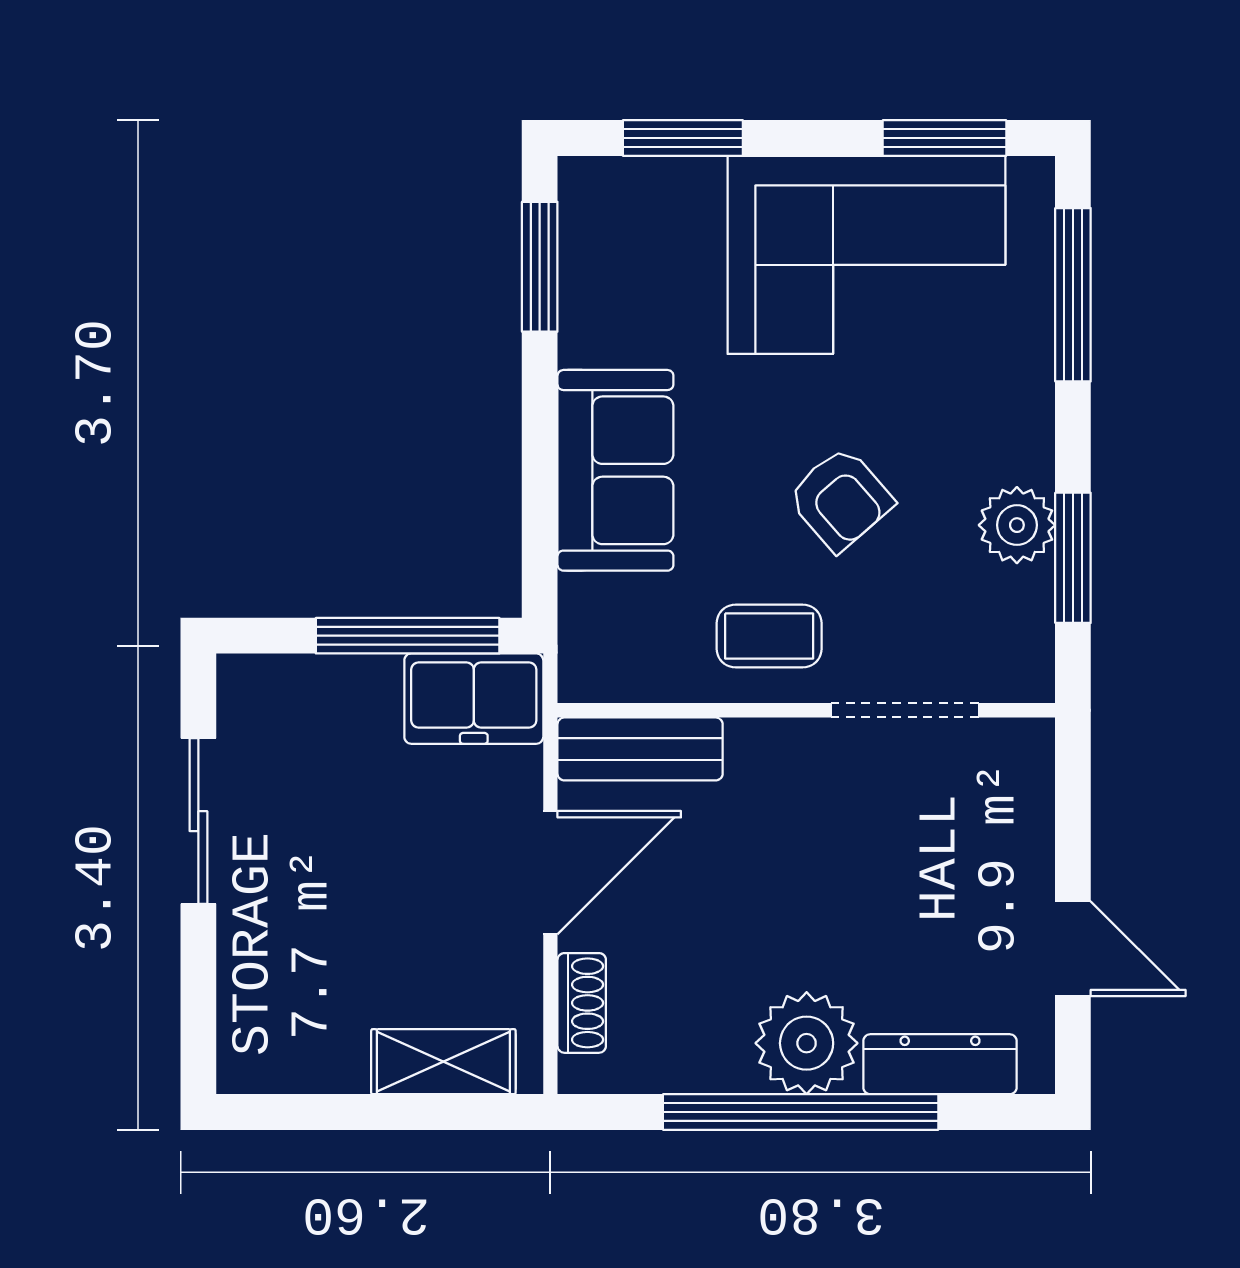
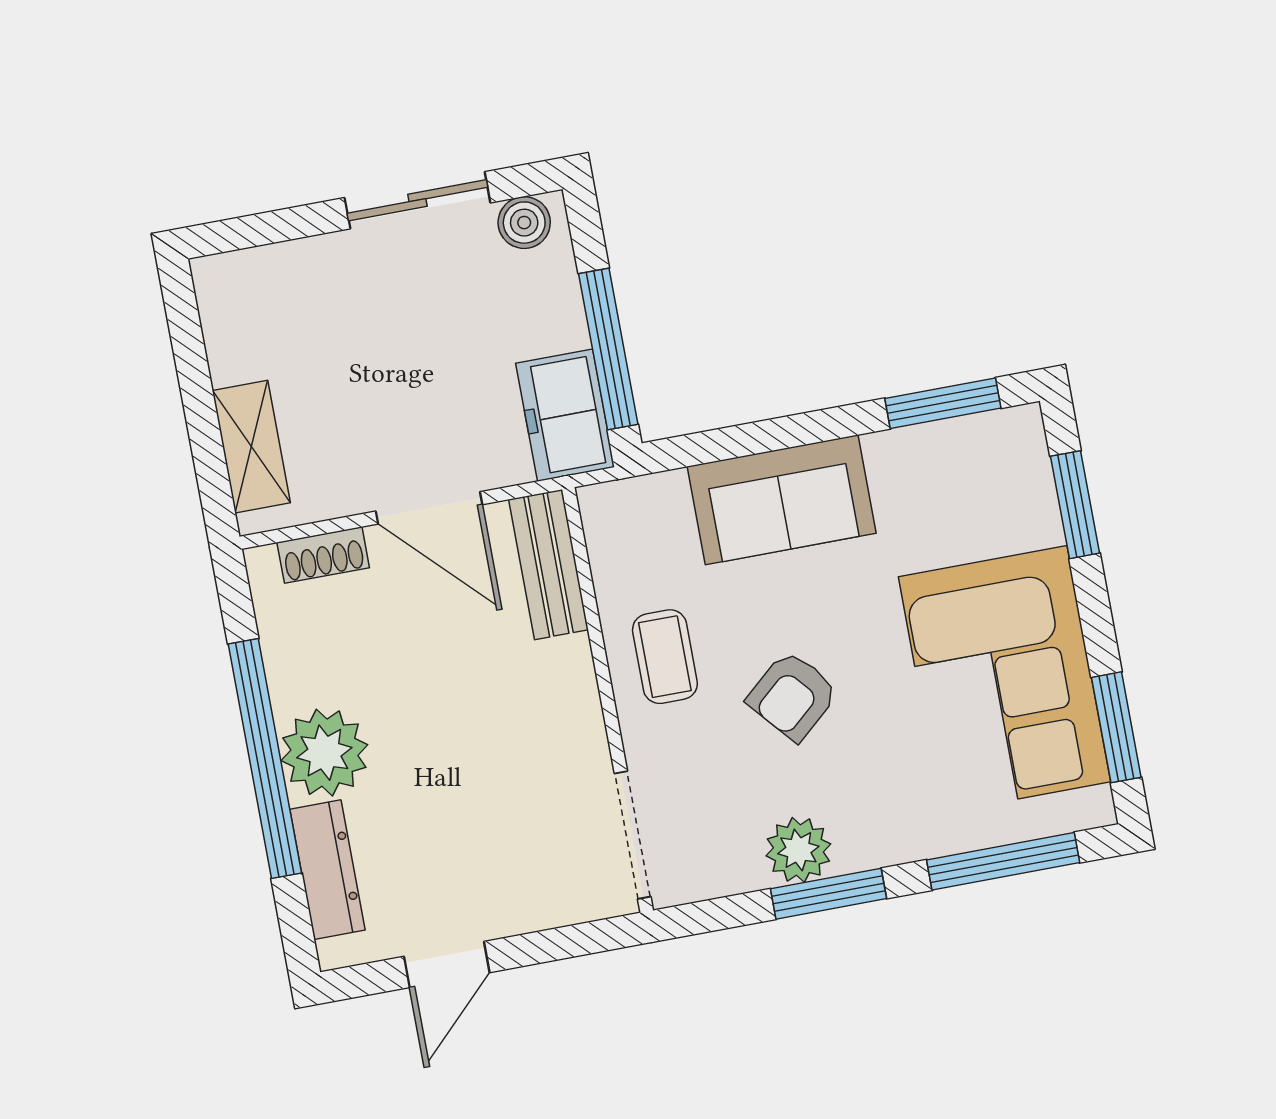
window: (1073, 558) -> (829, 894), moved
boiler: (246, 704) -> (524, 223), added
doorway: (905, 710) -> (633, 835), moved

